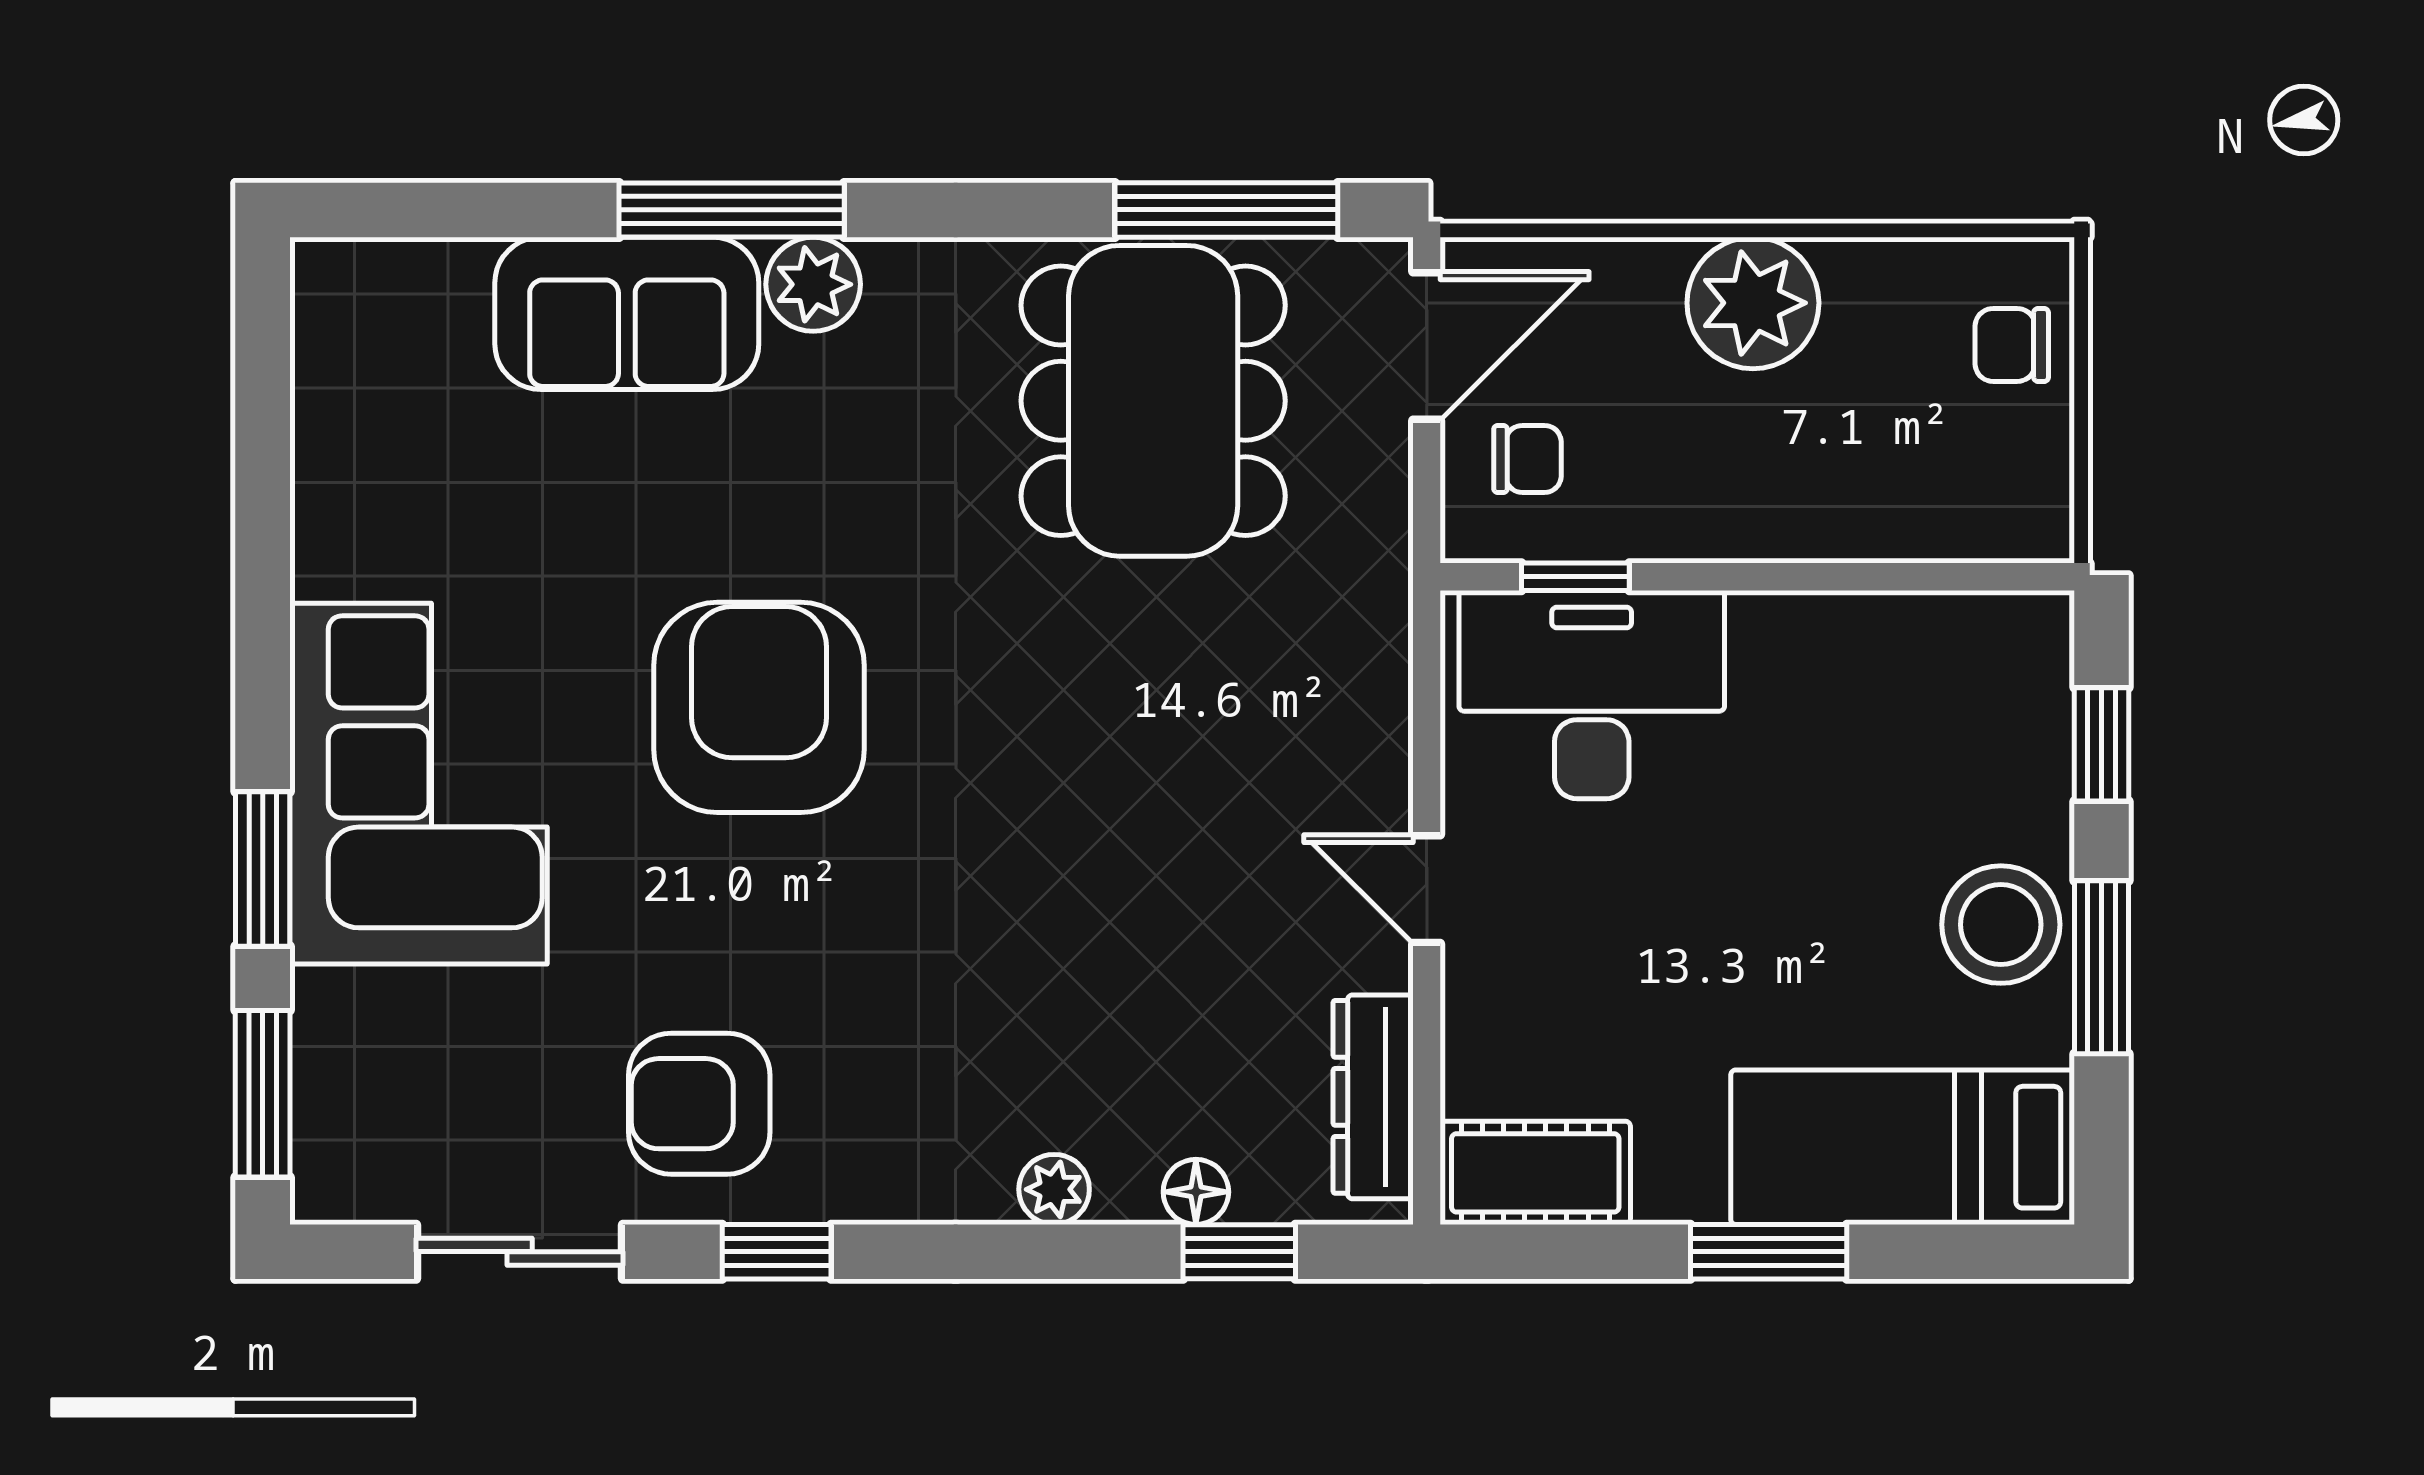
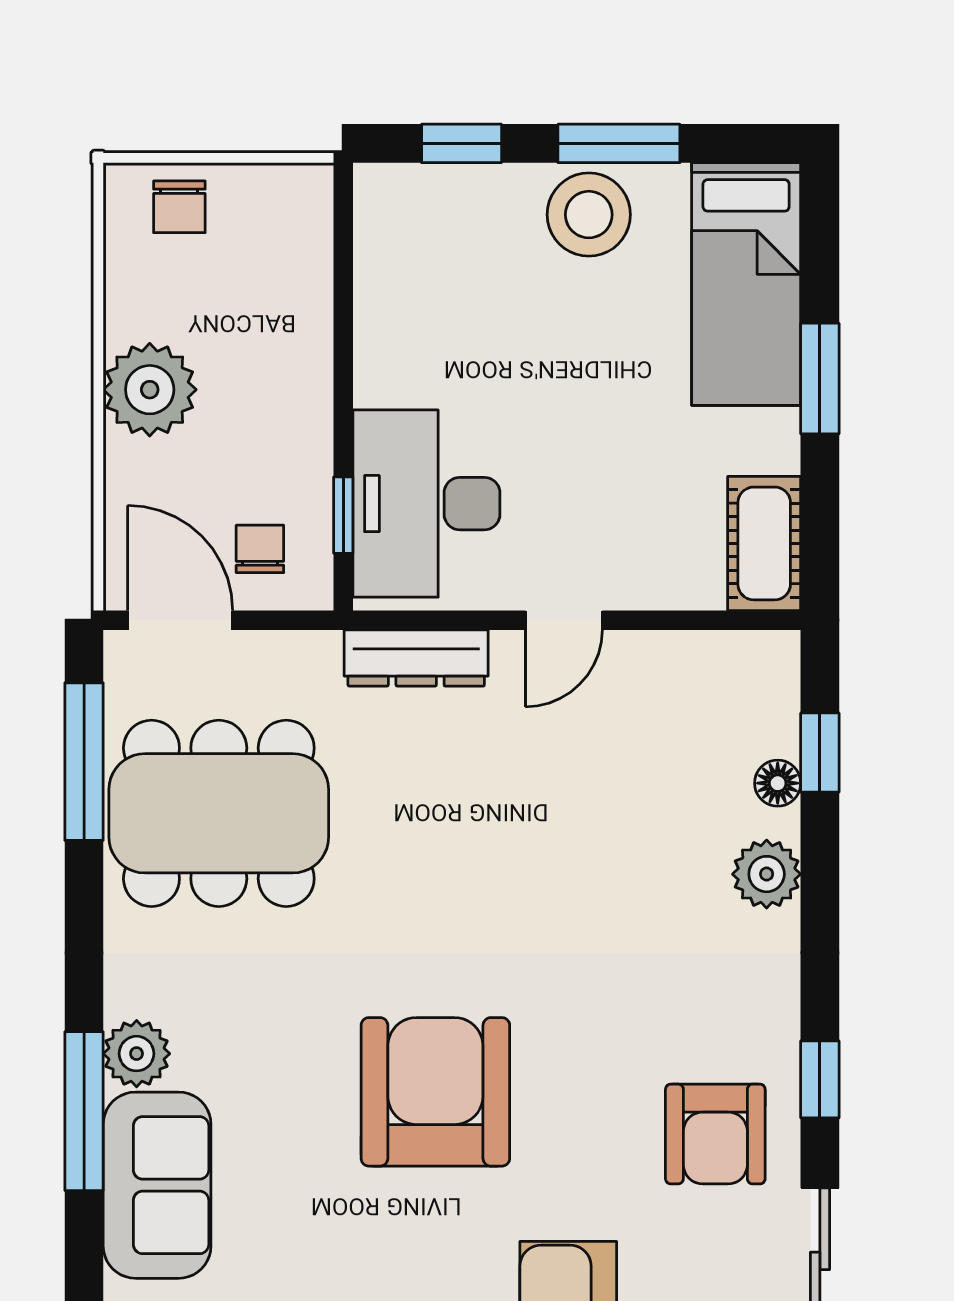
armchair: (759, 707) -> (435, 1092), turned 90
dresser: (1373, 1097) -> (416, 658), moved
plant: (1054, 1189) -> (767, 874), width x1.38, depth x1.38

